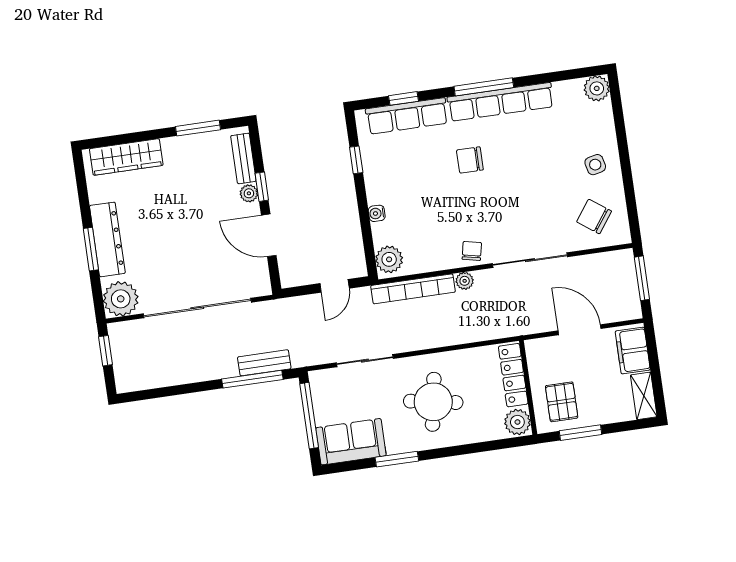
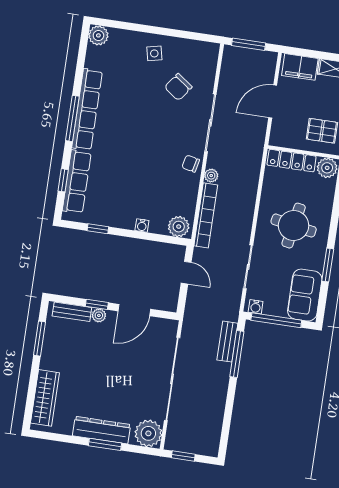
chair: (470, 160) -> (123, 145), removed
chair: (594, 216) -> (178, 87), moved
water cooler: (318, 385) -> (256, 307), added

